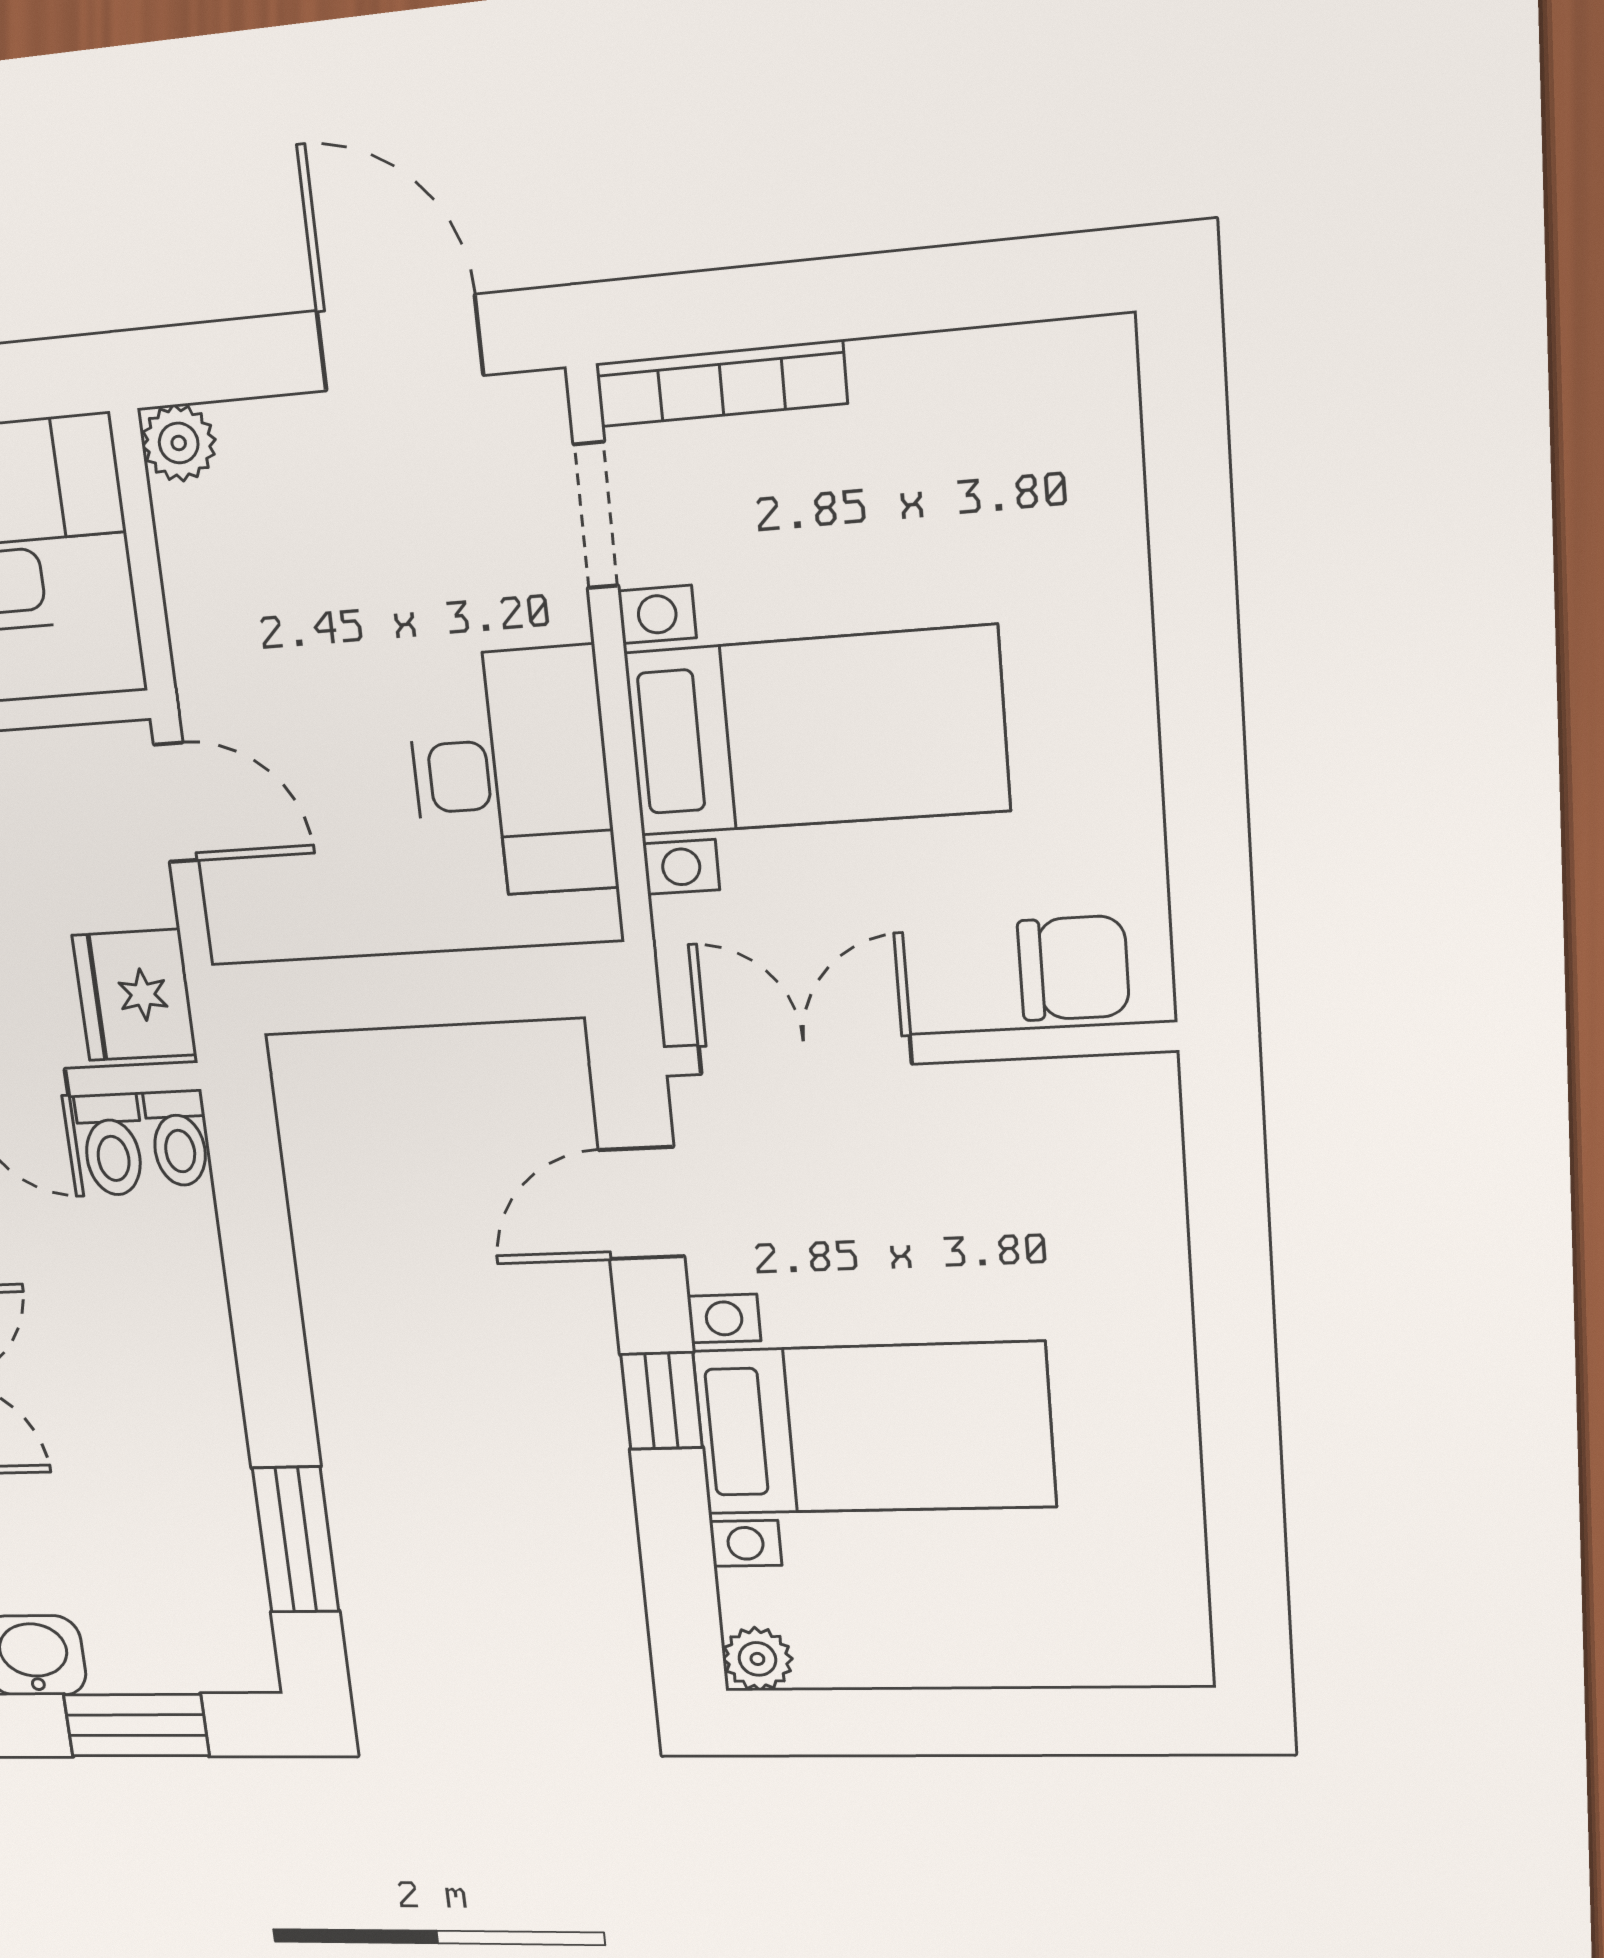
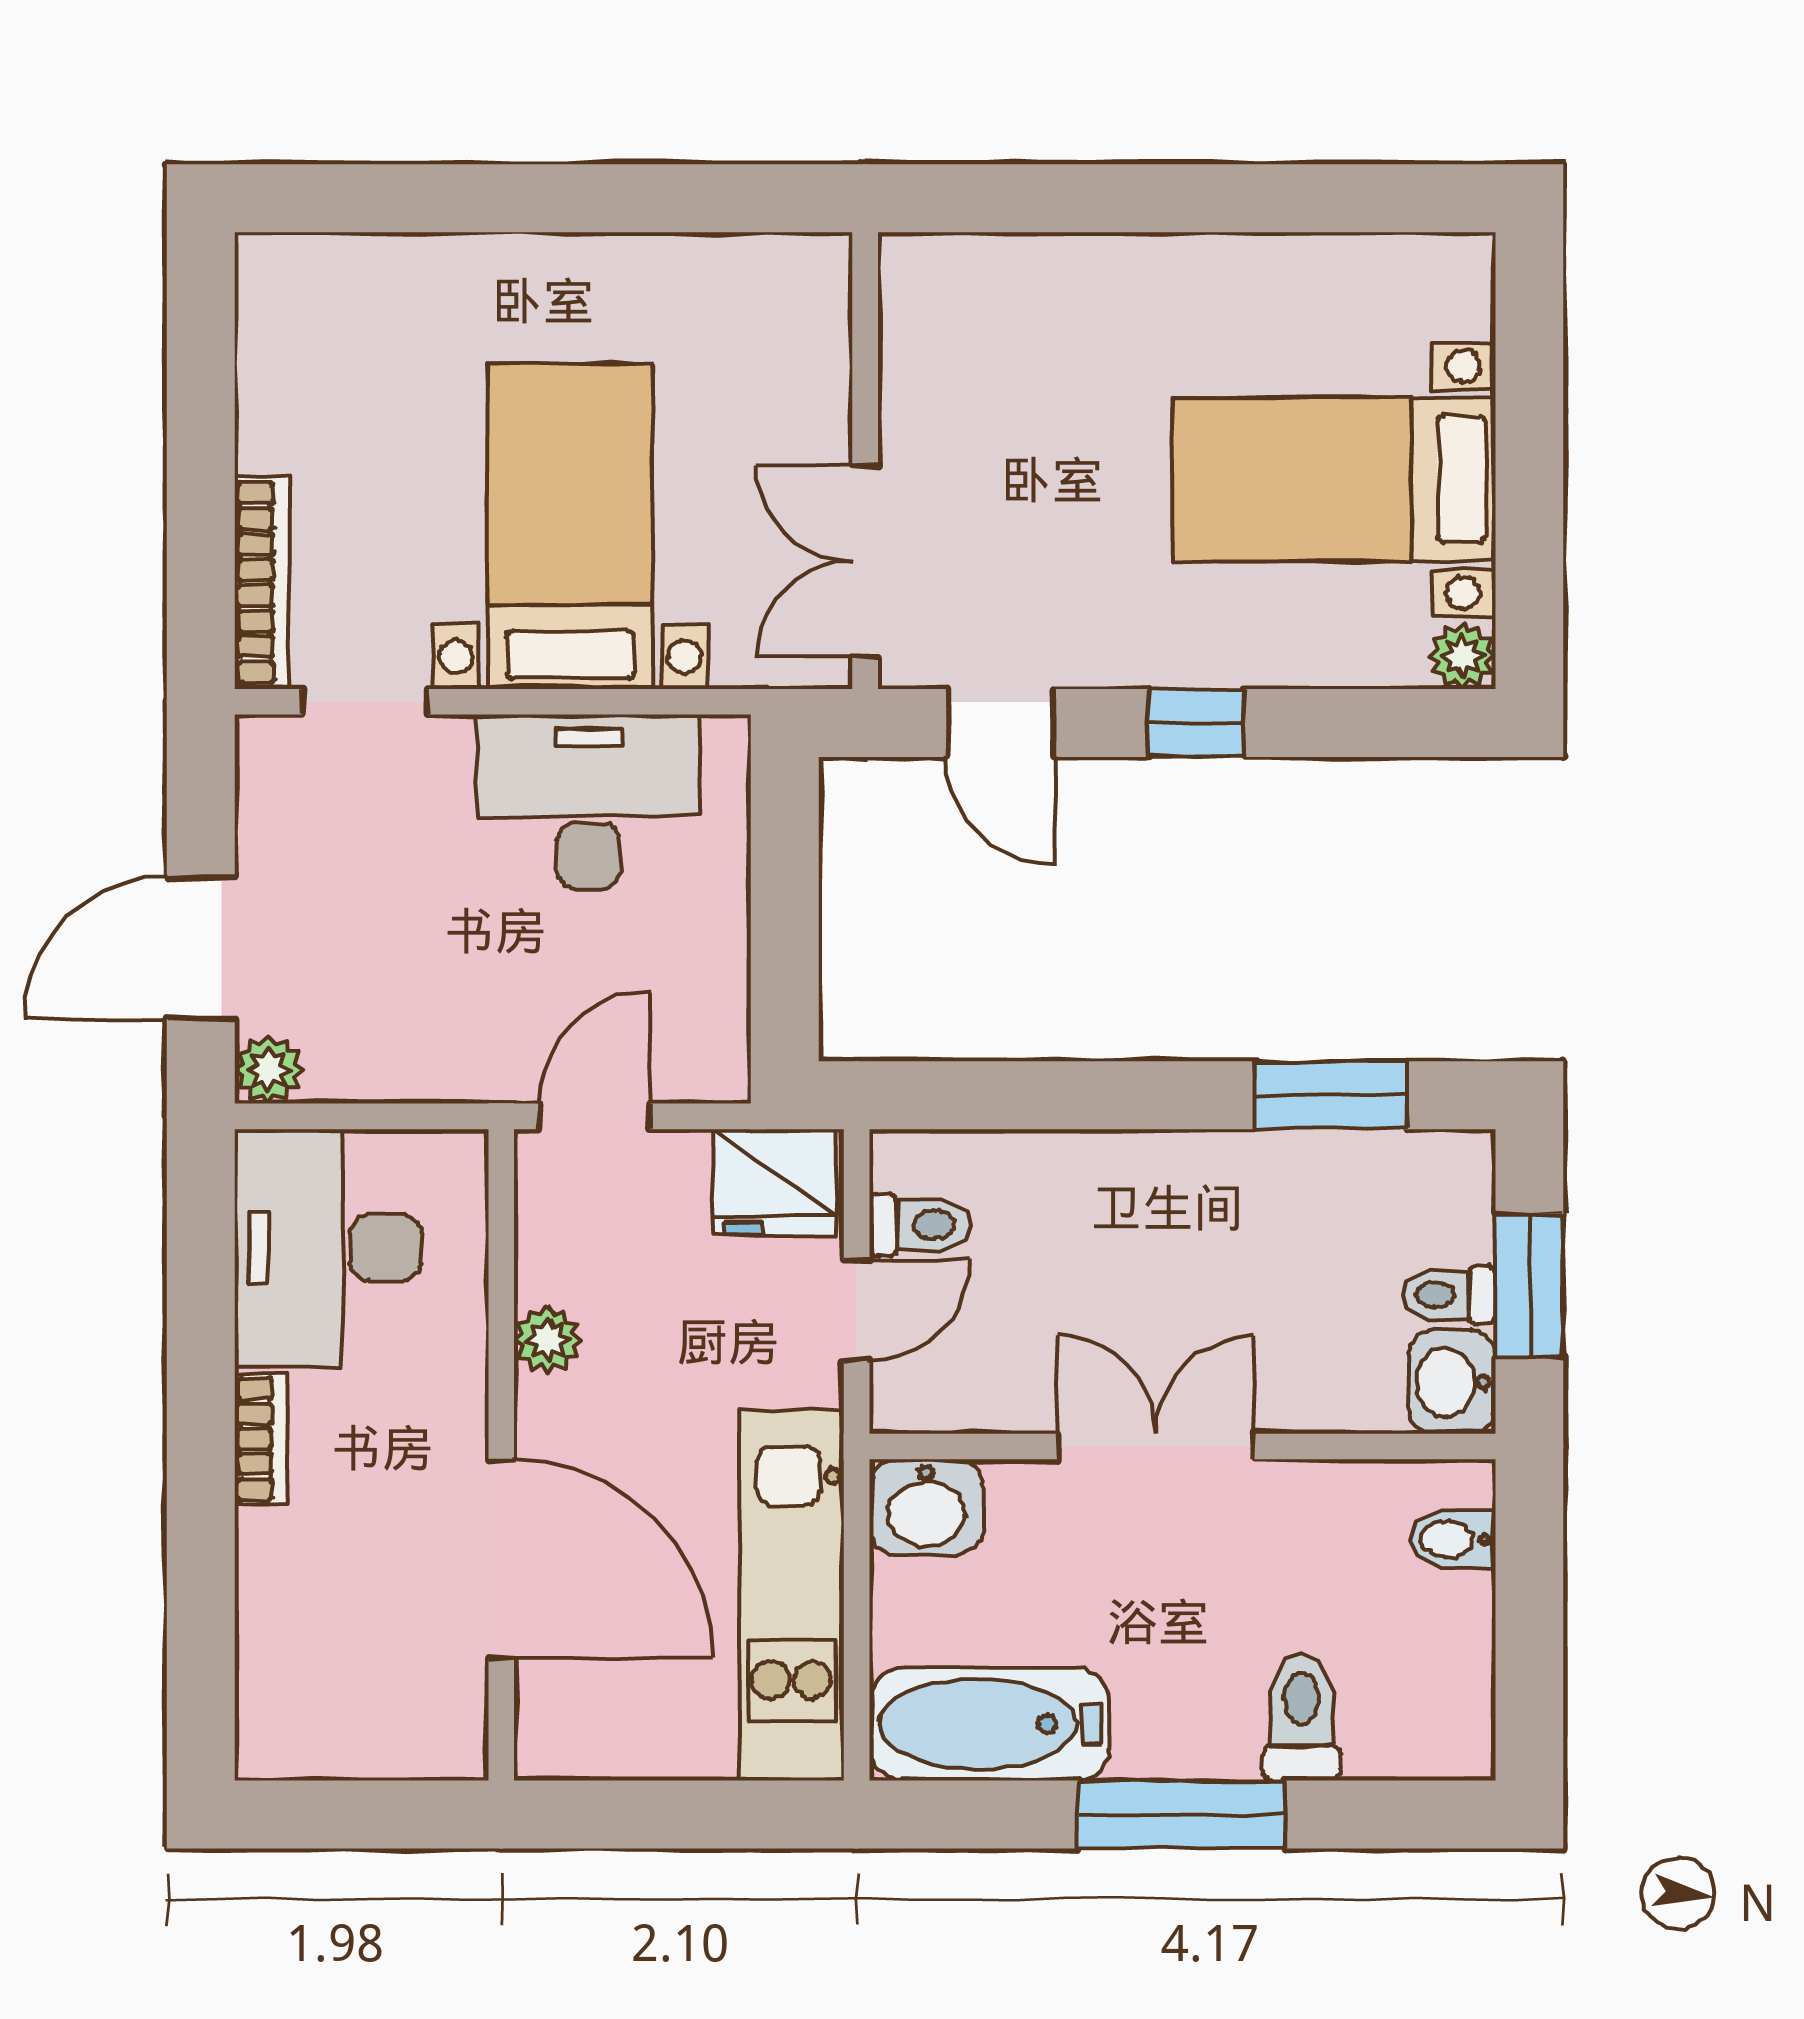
door: (400, 343) -> (201, 948), moved
chair: (1074, 968) -> (798, 319), removed
toilet: (178, 1138) -> (1448, 1295), moved, turned 180
bed with nightstands: (874, 1429) -> (1334, 479), moved, turned -90

